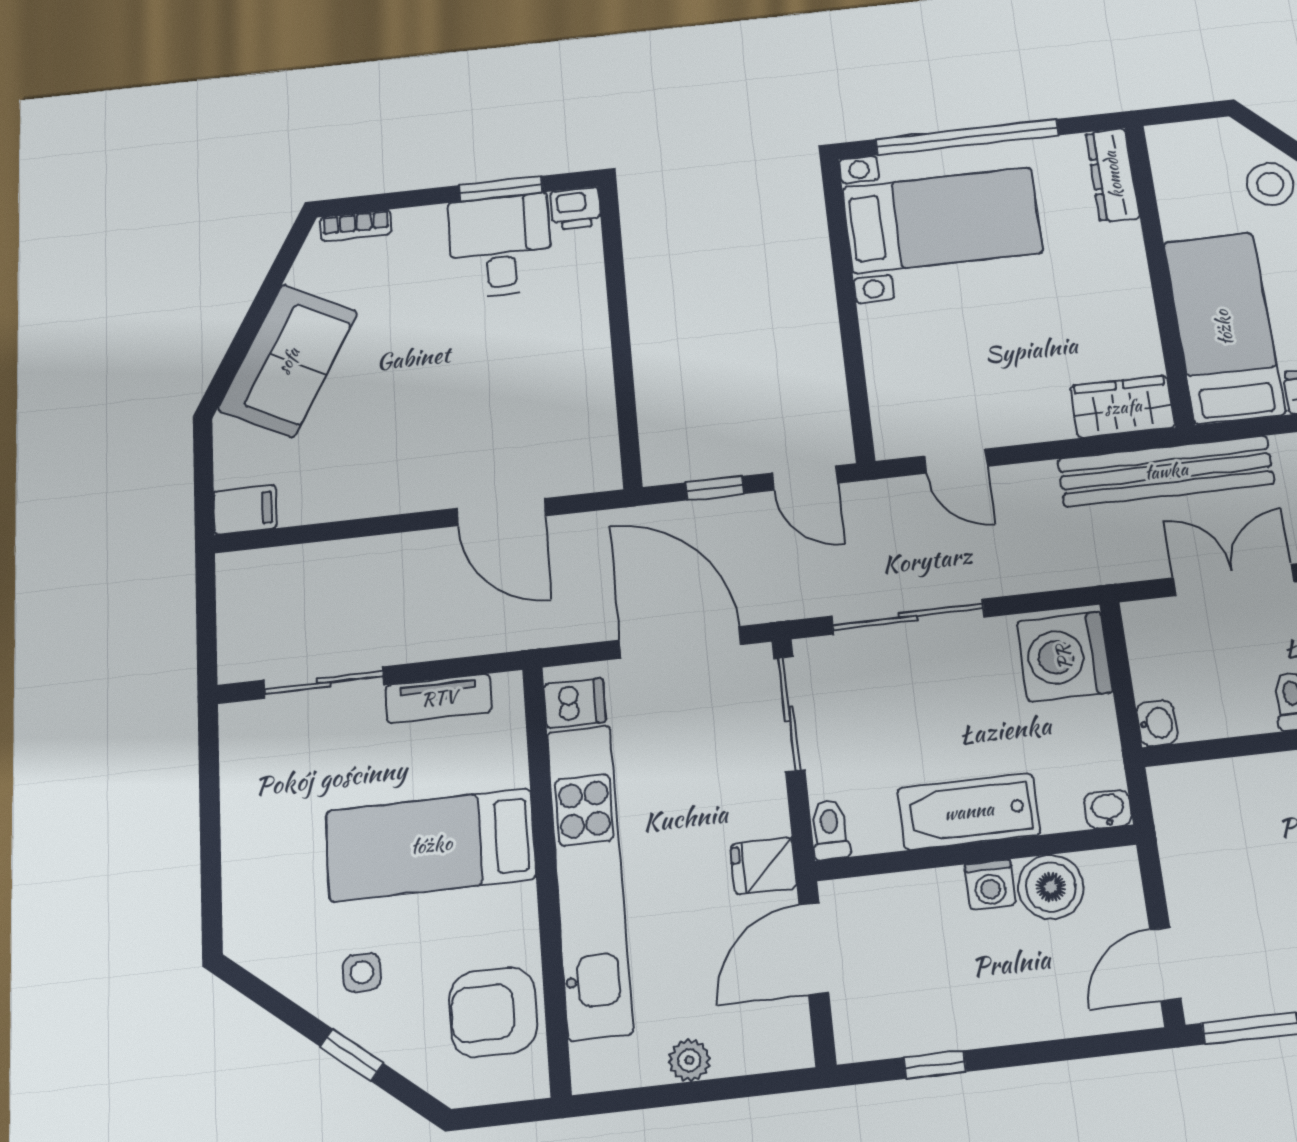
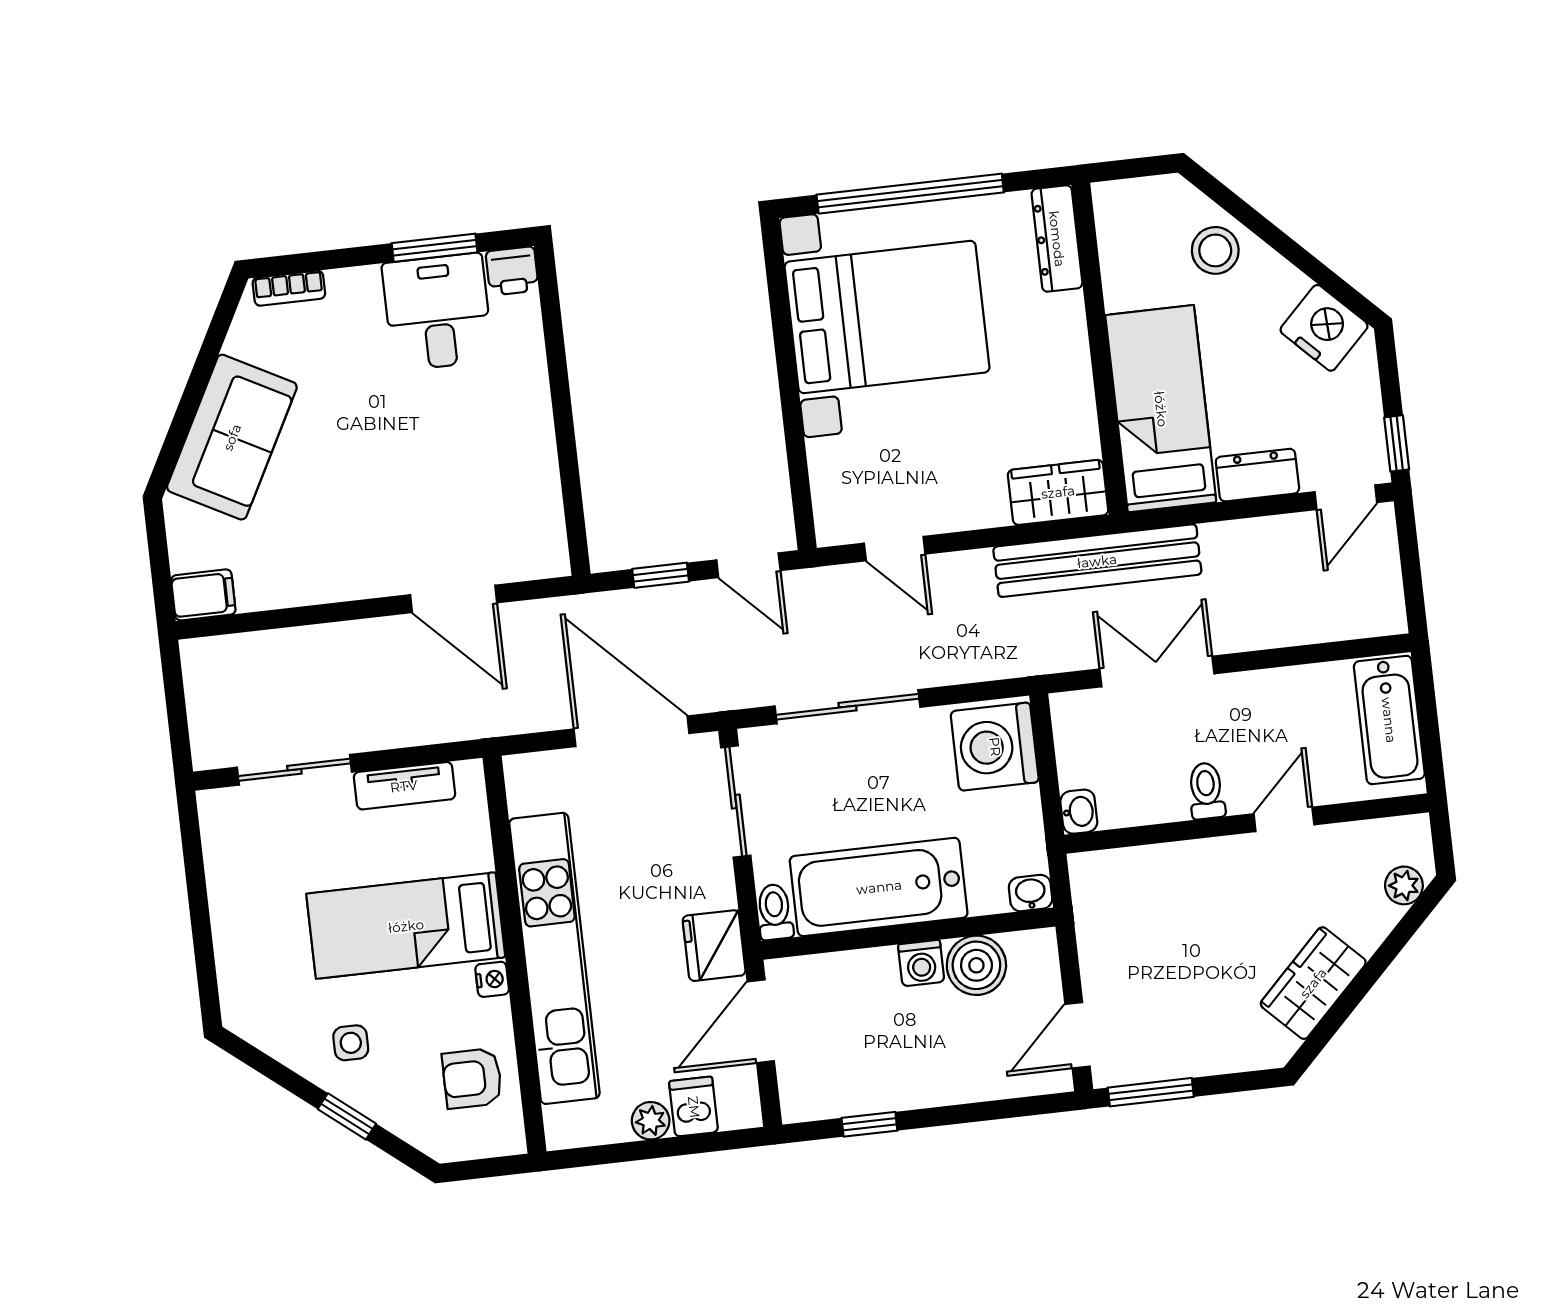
bed with nightstands: (942, 220) -> (887, 317), width x1.36
dishwasher: (575, 703) -> (694, 1107), moved, turned -90
bathtub: (969, 811) -> (879, 887), width x1.36, depth x1.36
fridge: (764, 866) -> (714, 946), width x1.38
nightstand: (521, 903) -> (492, 979), added
armchair: (493, 1012) -> (472, 1078), width x0.72, depth x0.72

